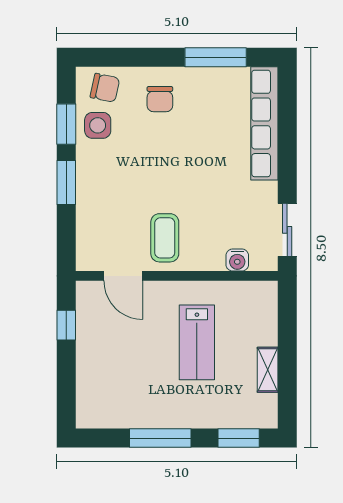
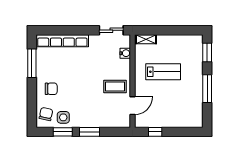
shelving: (268, 370) -> (146, 39), moved

